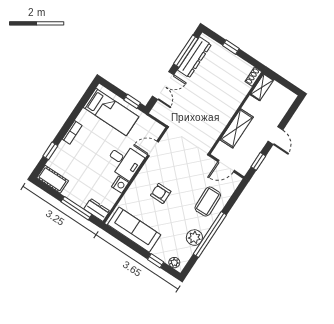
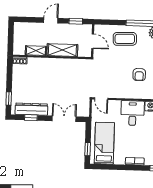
window: (231, 47) -> (9, 99), moved
window: (186, 51) -> (31, 118), width x0.46
shelving: (262, 87) -> (36, 51), moved
window: (132, 101) -> (88, 149), moved
door: (153, 148) -> (101, 99), moved

